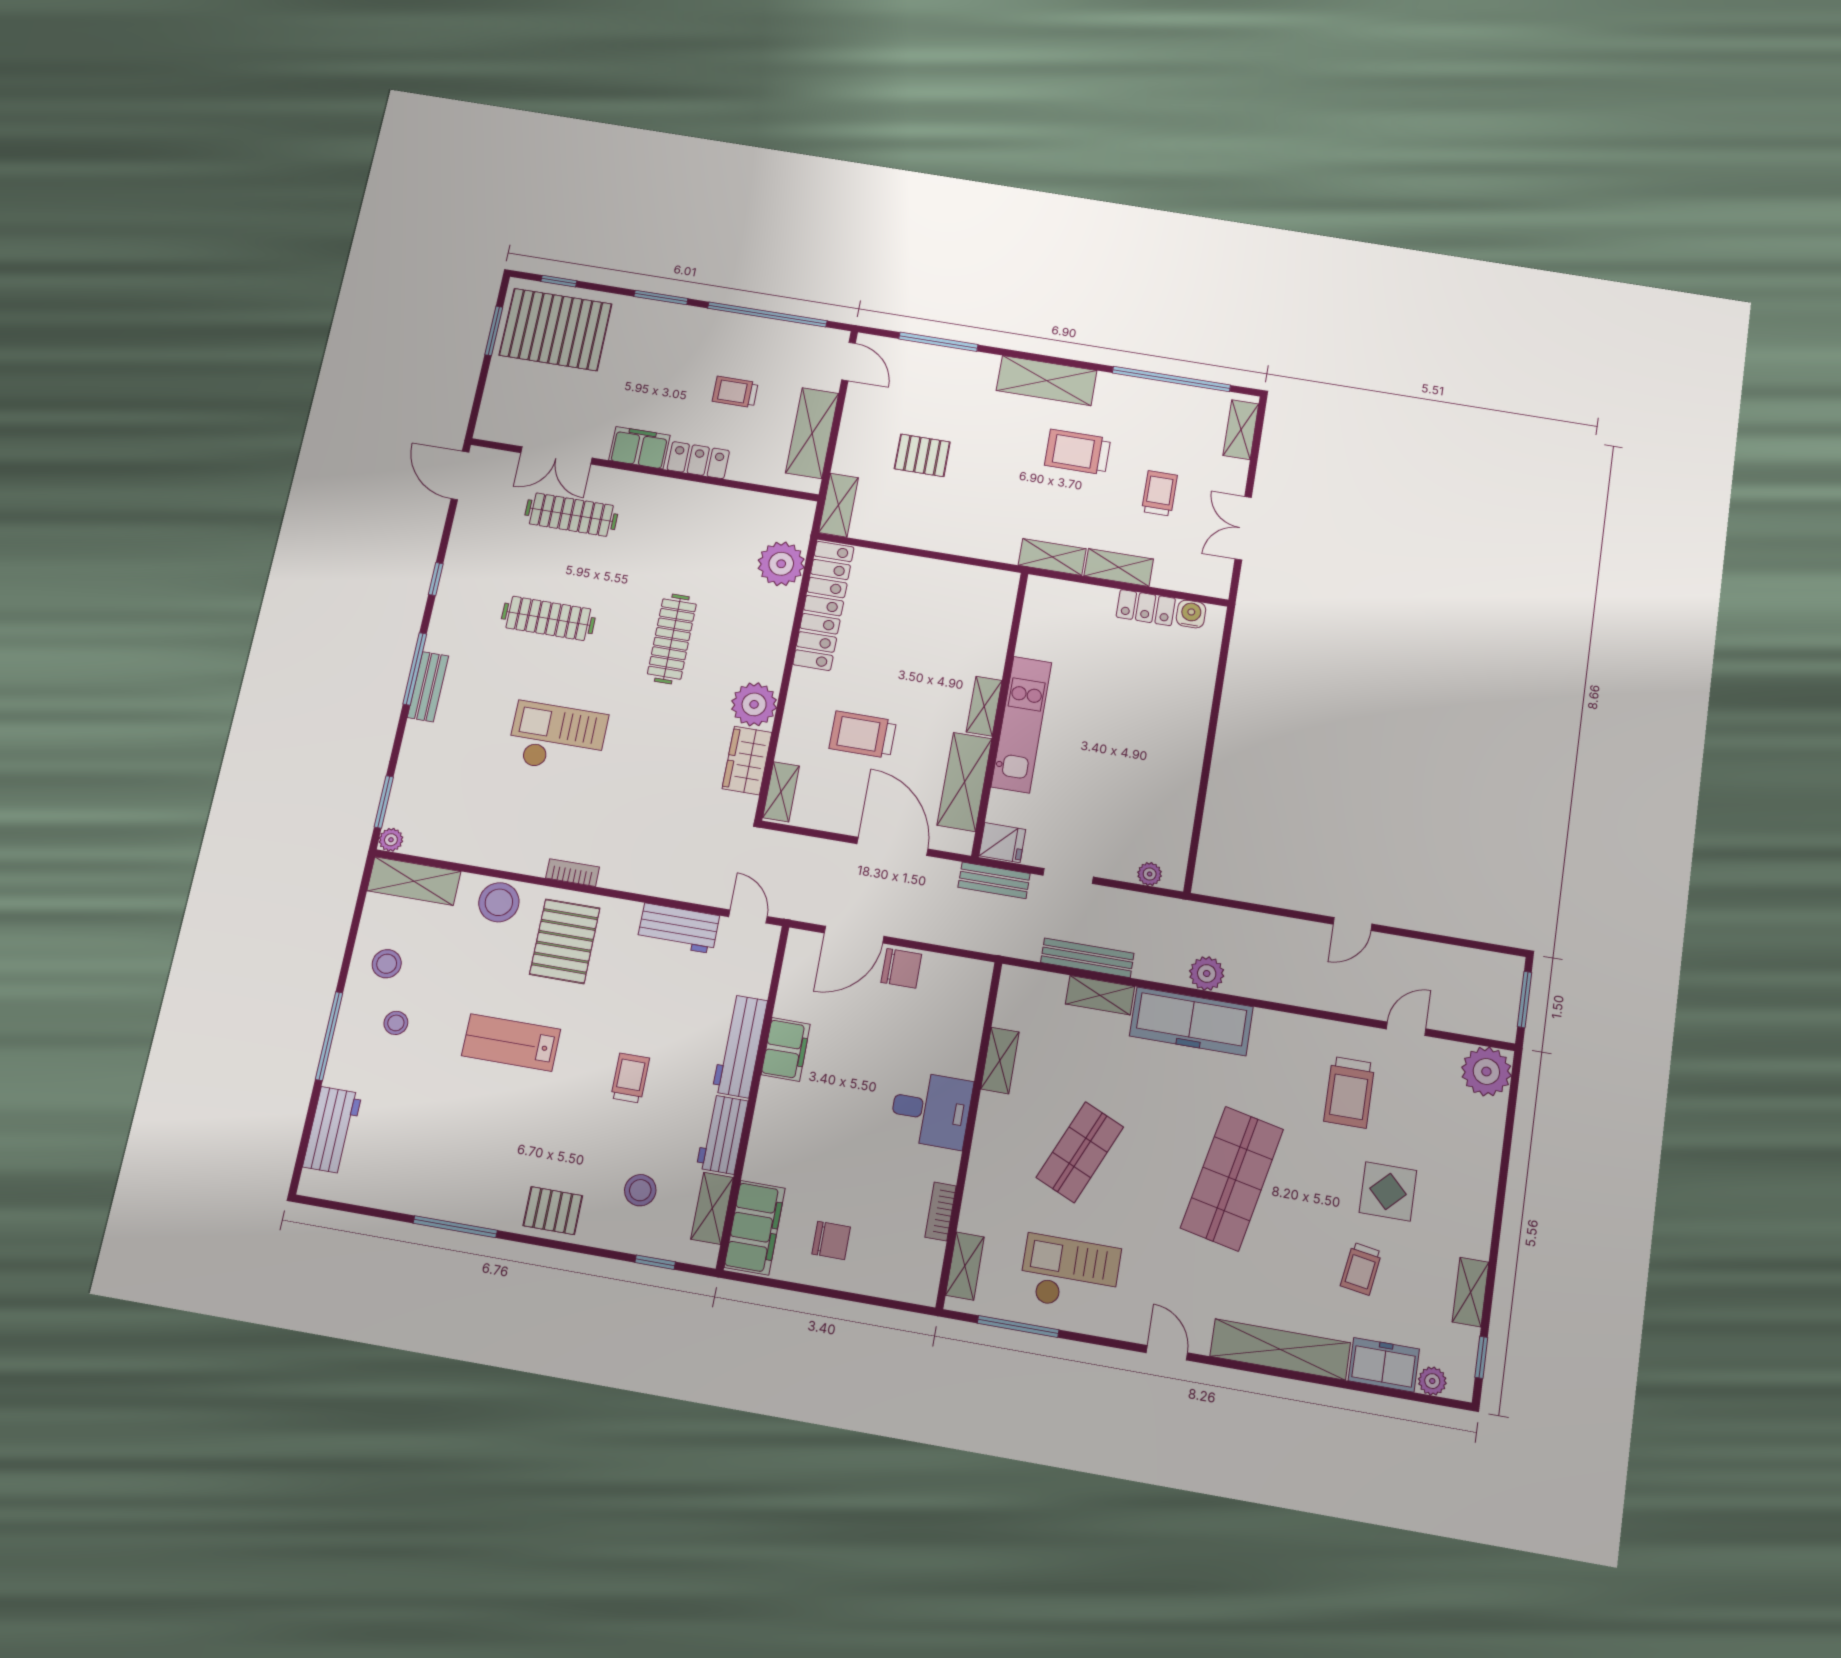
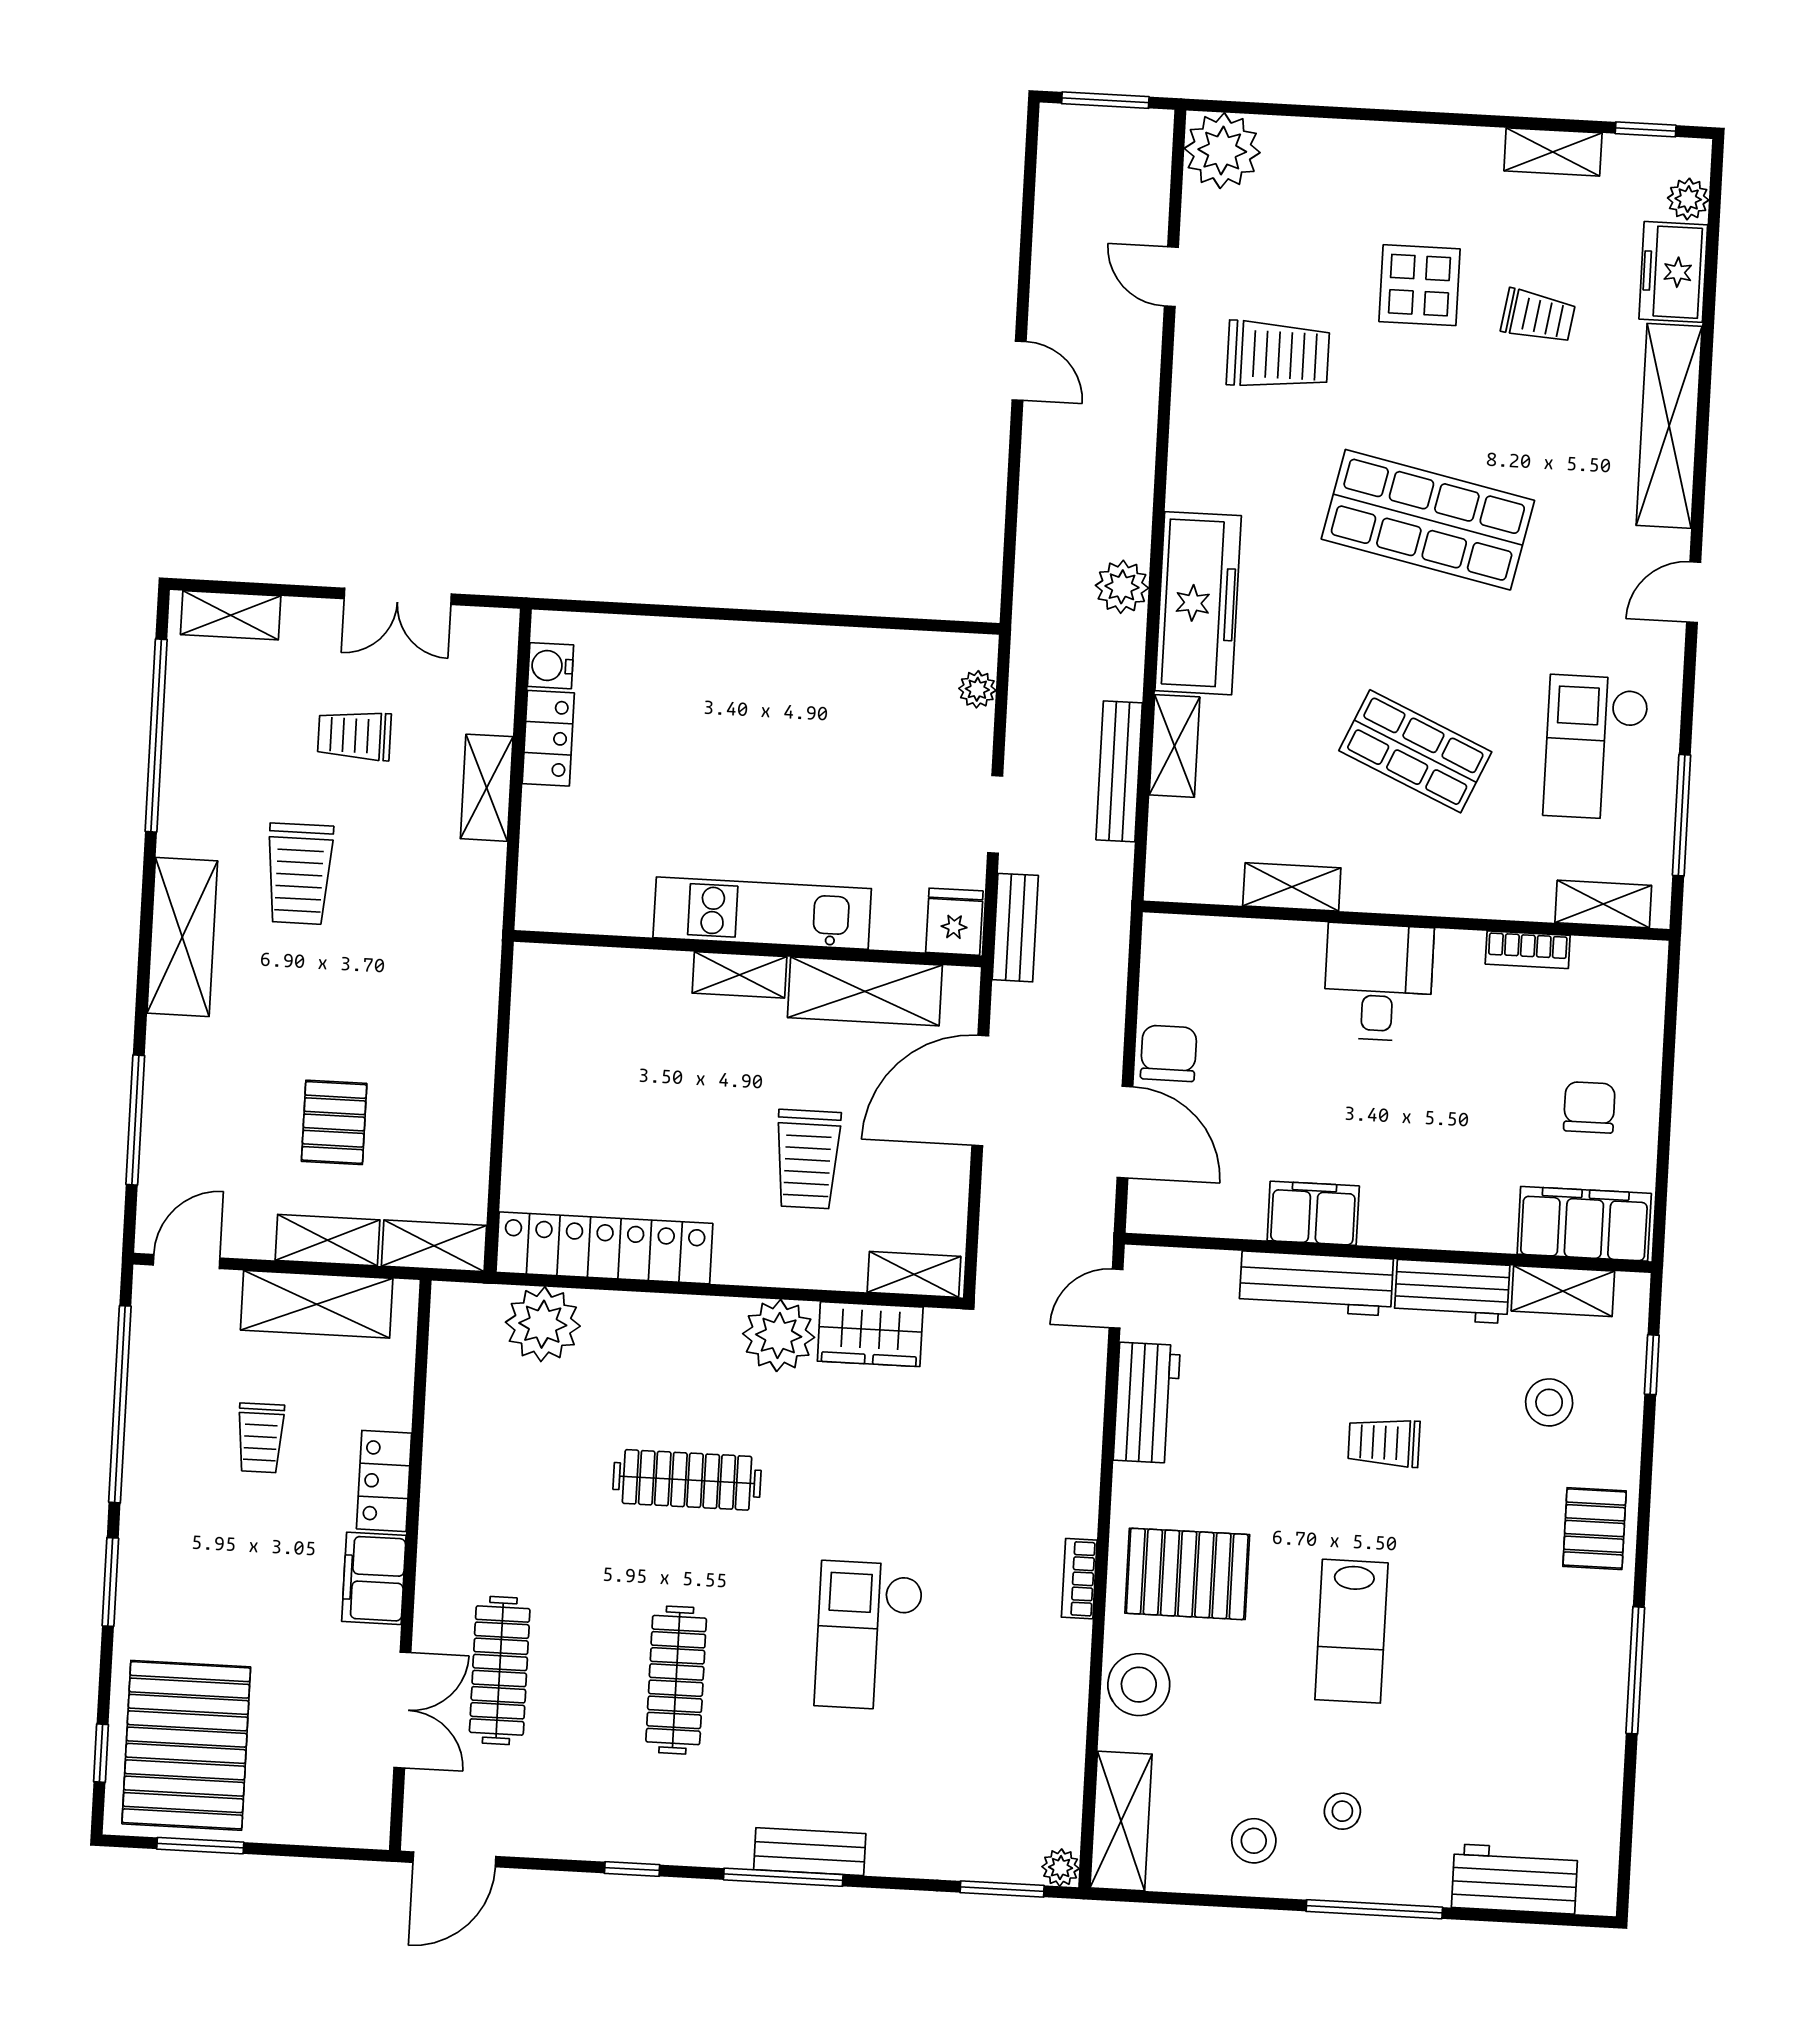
shelving: (1052, 557) -> (328, 1240), moved, turned 90

